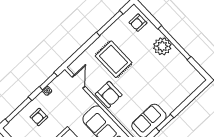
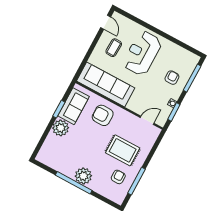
armchair: (138, 23) -> (118, 177), moved
door: (79, 82) -> (147, 120), swing flipped
armchair: (109, 95) -> (103, 115), moved
plant: (169, 103) -> (61, 128), added

